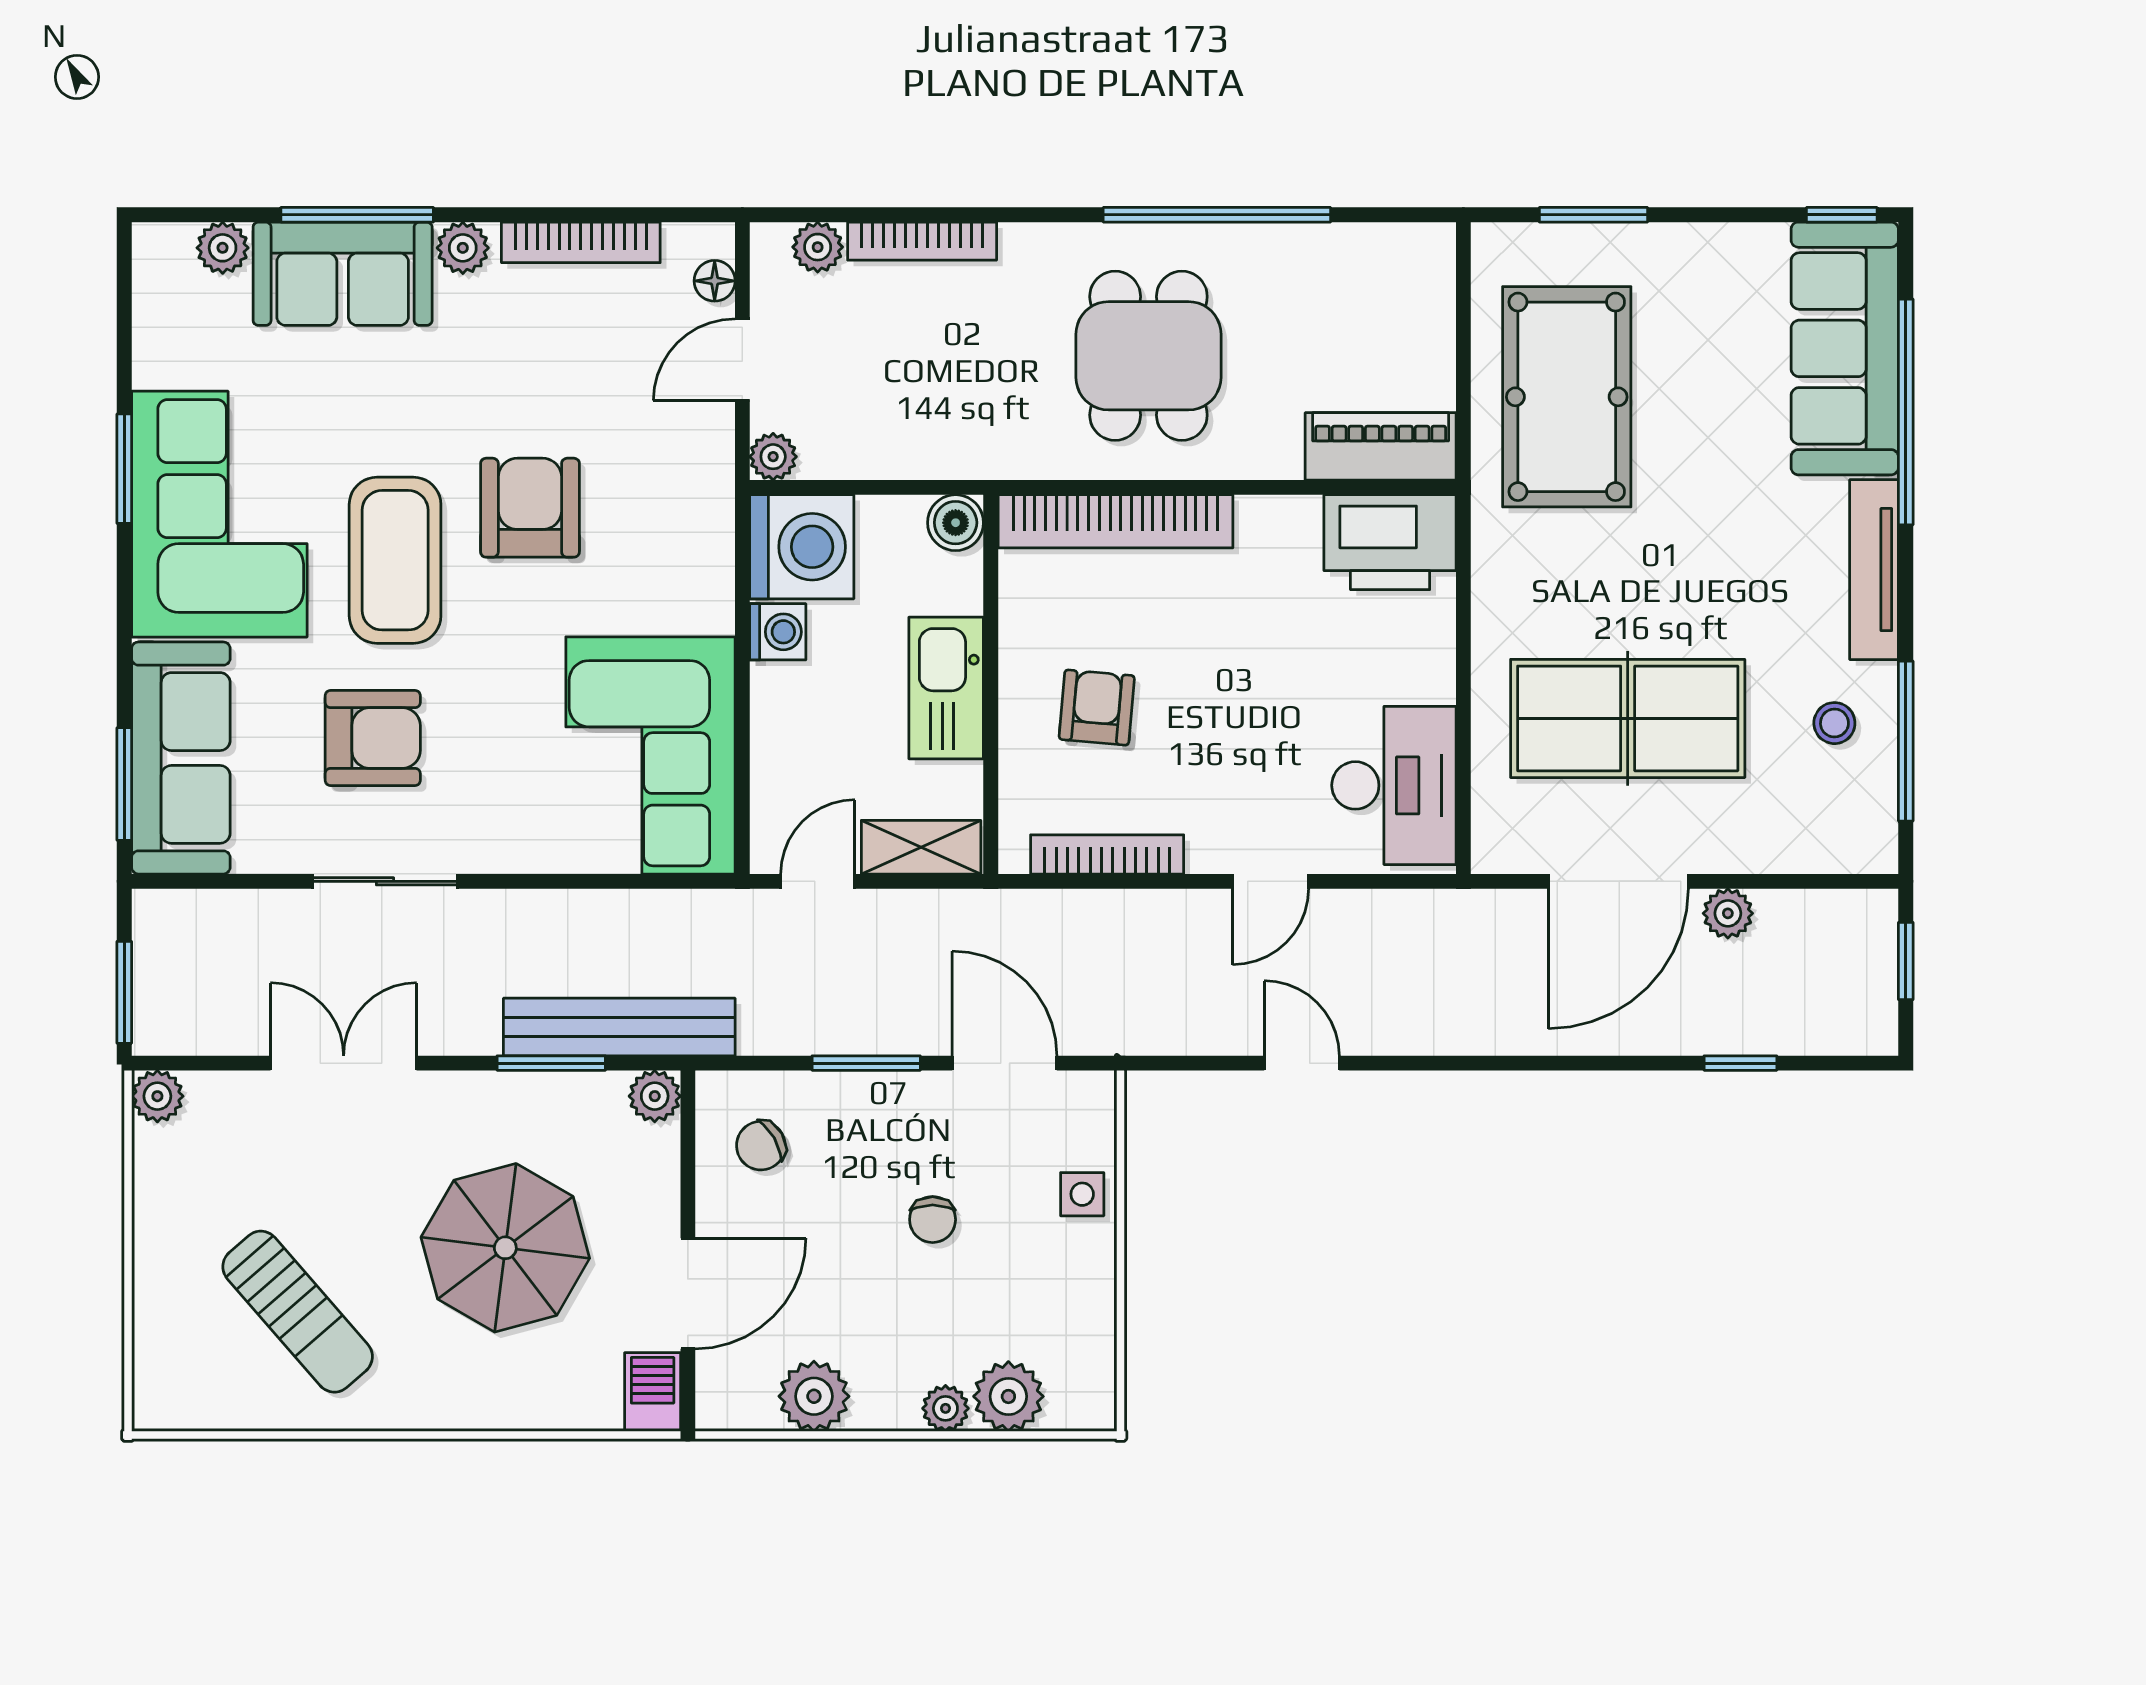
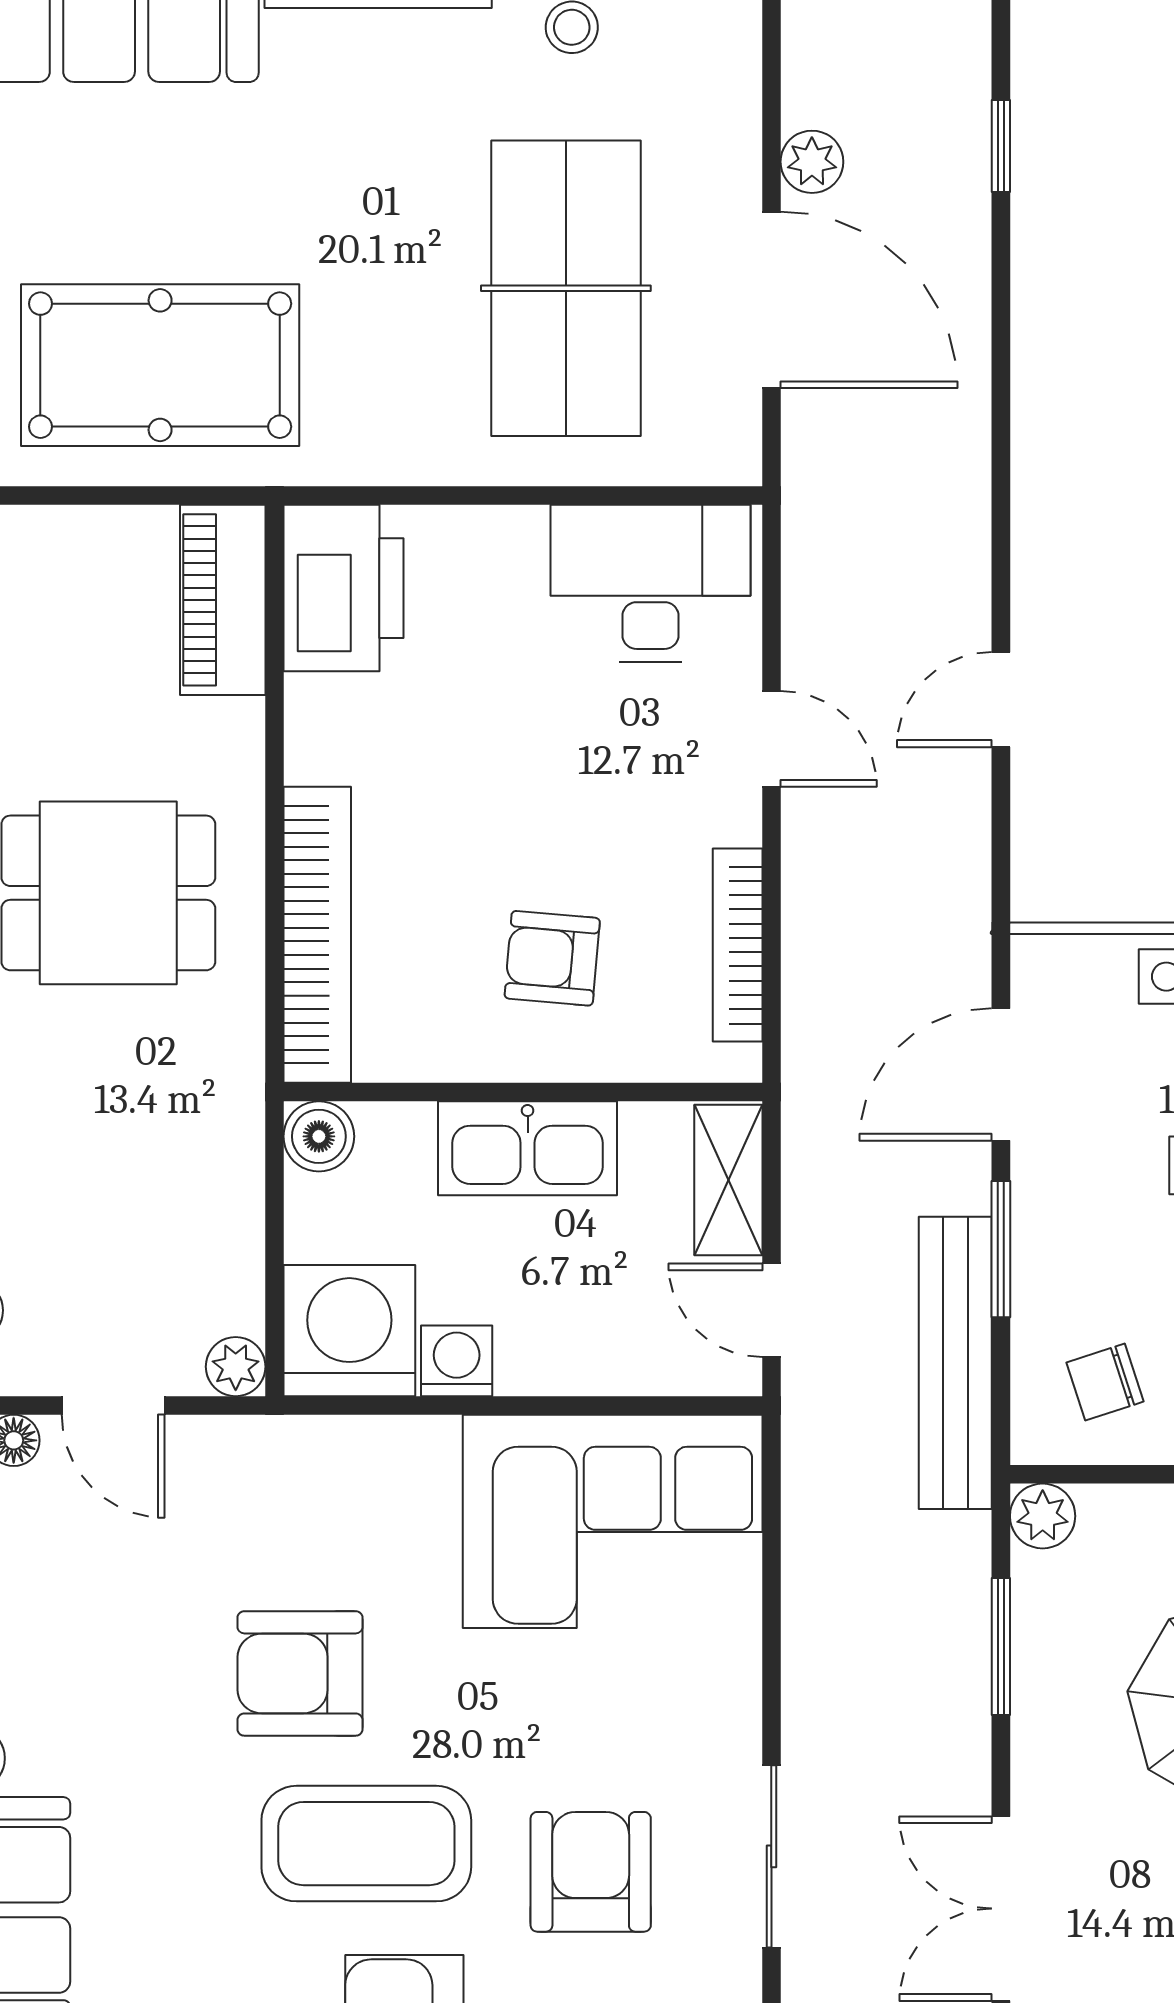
bench: (619, 1027) -> (955, 1363), moved
chair: (761, 1146) -> (1105, 1382), turned 102

